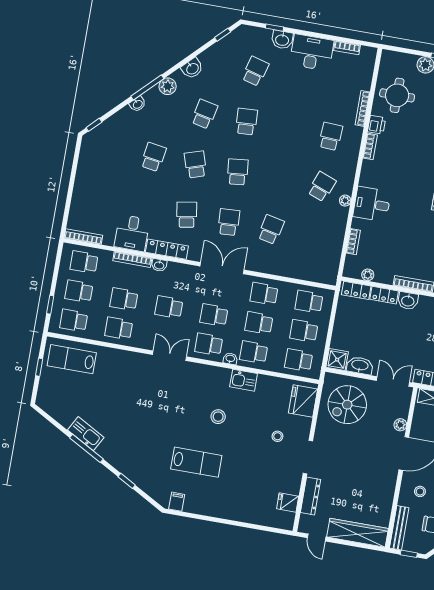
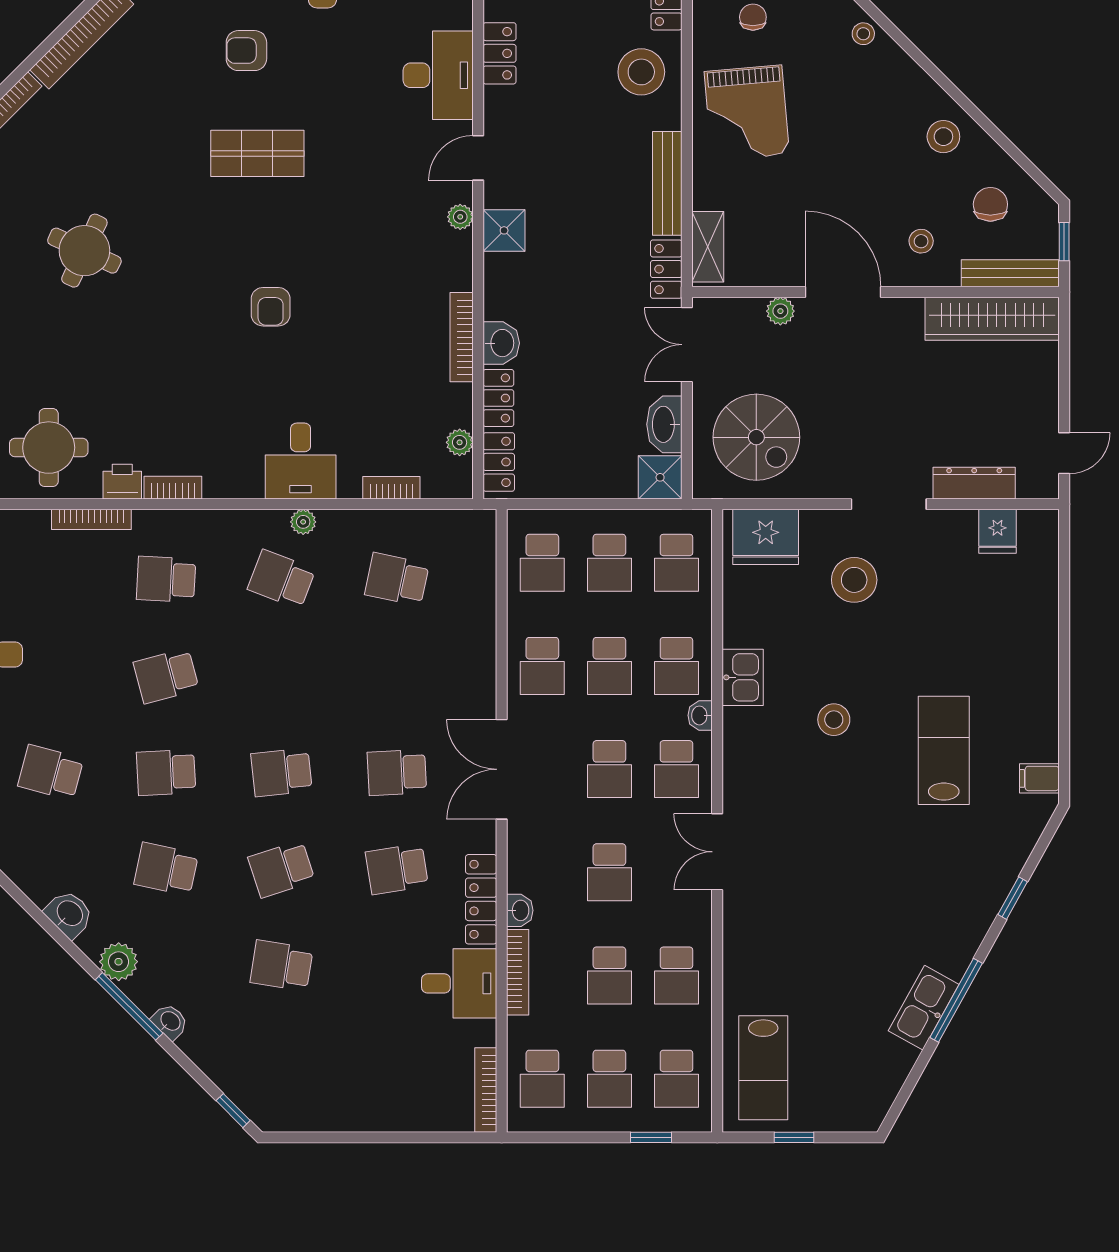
school desk: (289, 129) -> (166, 676), added
school desk: (271, 230) -> (397, 579), moved
stool: (277, 436) -> (854, 580), width x1.89, depth x1.89
wardrobe: (358, 533) -> (992, 319), moved, turned -90

